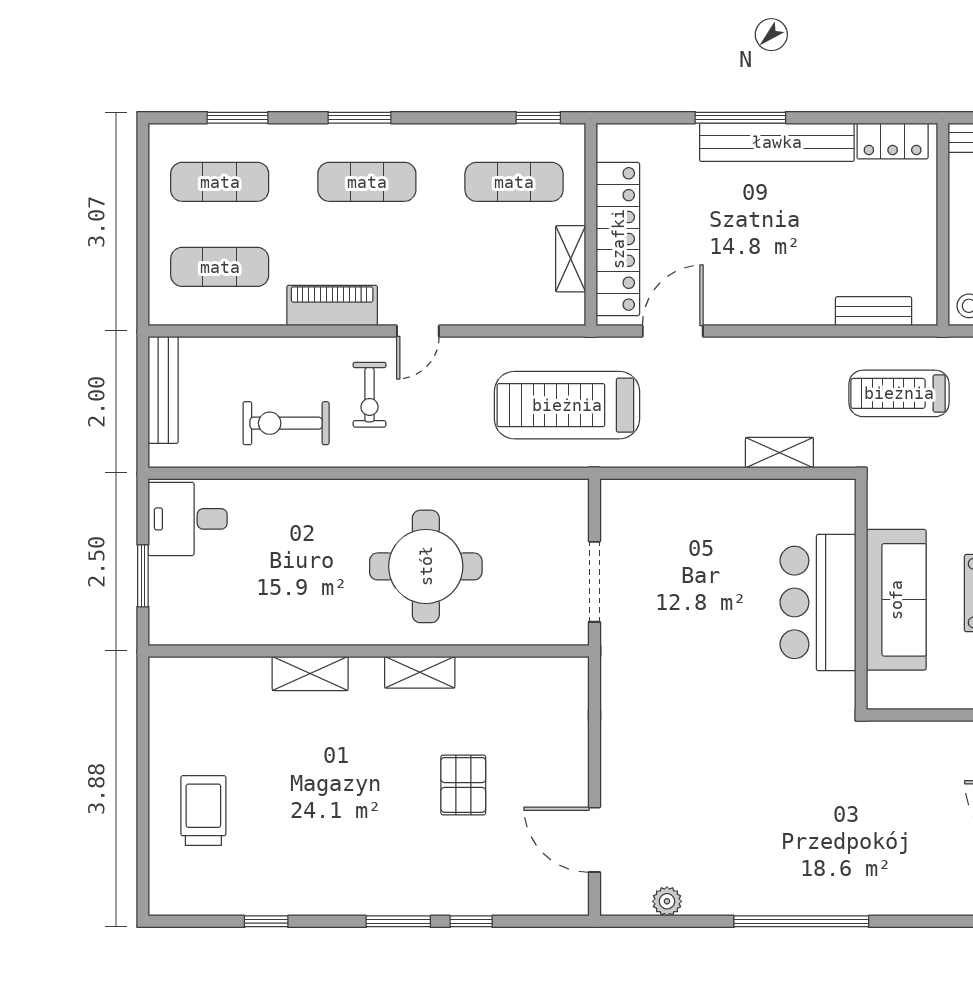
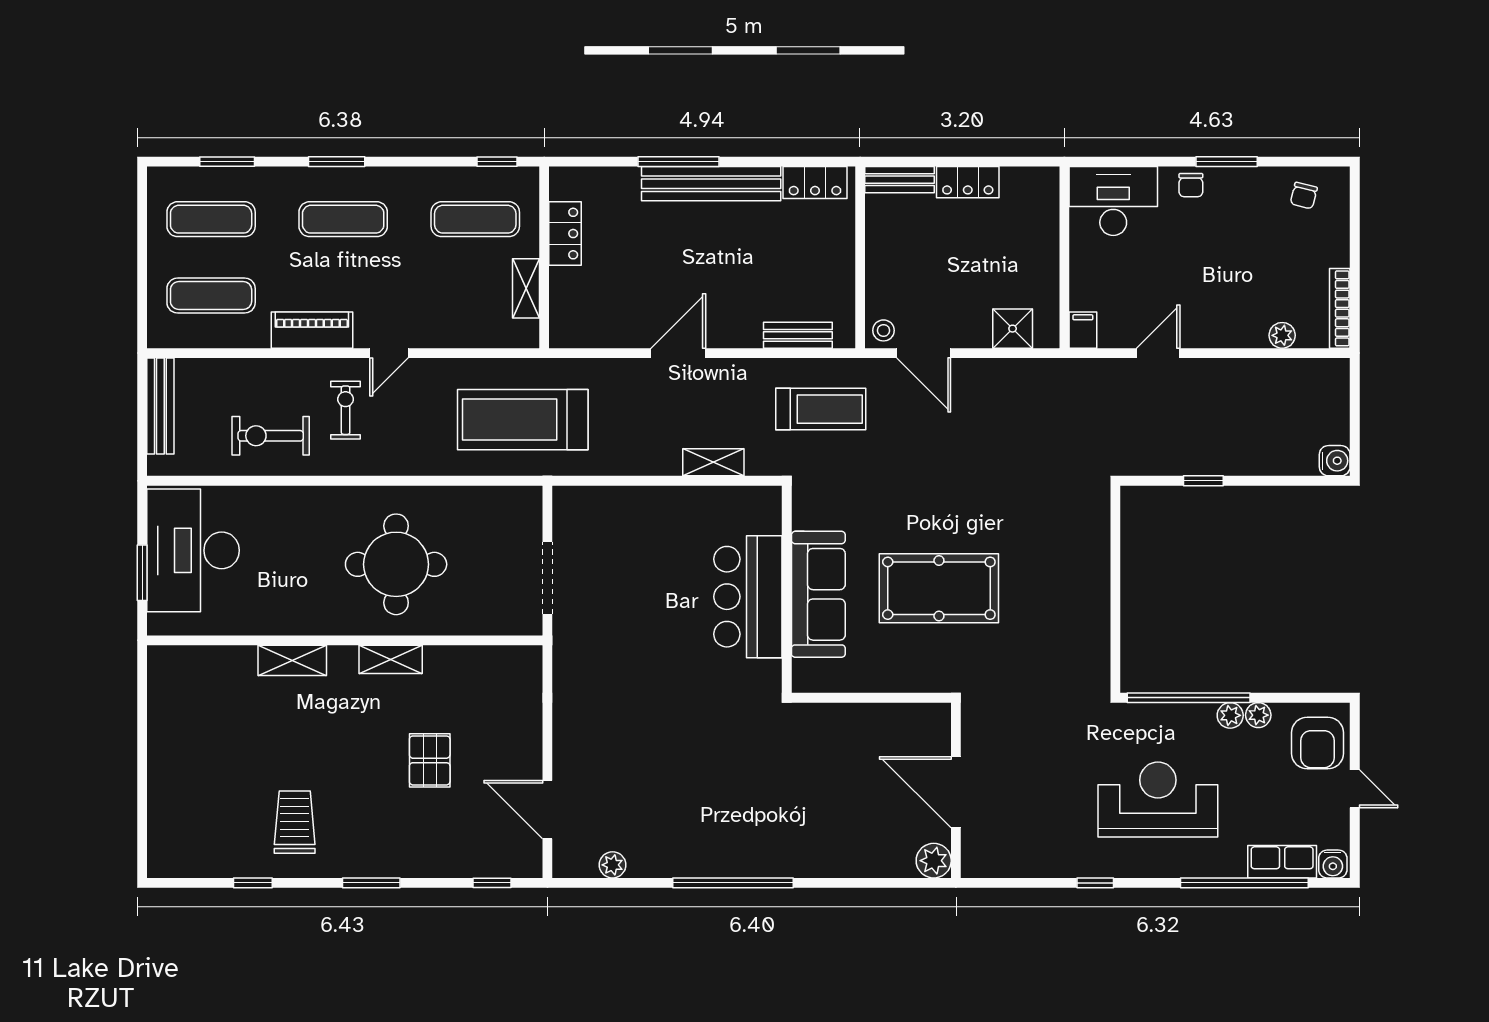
locker: (618, 239) -> (565, 234), width x0.46, depth x0.83
door: (673, 331) -> (678, 353), moved
treadmill: (899, 393) -> (821, 409), turned 180
exercise bike: (370, 395) -> (346, 410), turned 180
desk: (188, 519) -> (193, 550), width x1.87, depth x1.30
trolley: (203, 811) -> (295, 822), moved
window: (471, 921) -> (492, 883), moved

